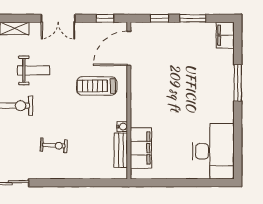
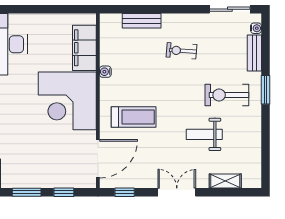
corner desk: (156, 100) -> (67, 101), added
bench: (121, 150) -> (142, 21), moved, turned 90

